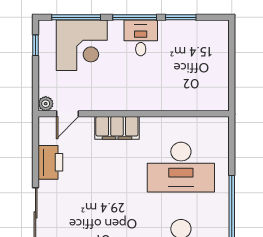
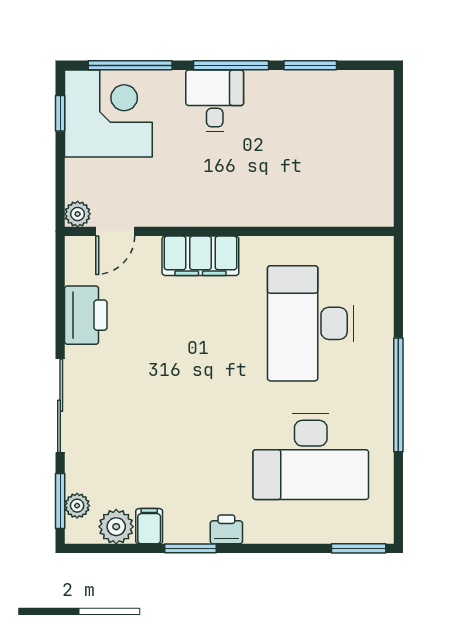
desk: (141, 38) -> (215, 101), moved
corner desk: (82, 45) -> (108, 113), moved, turned -90
desk: (181, 167) -> (311, 323), turned 90

